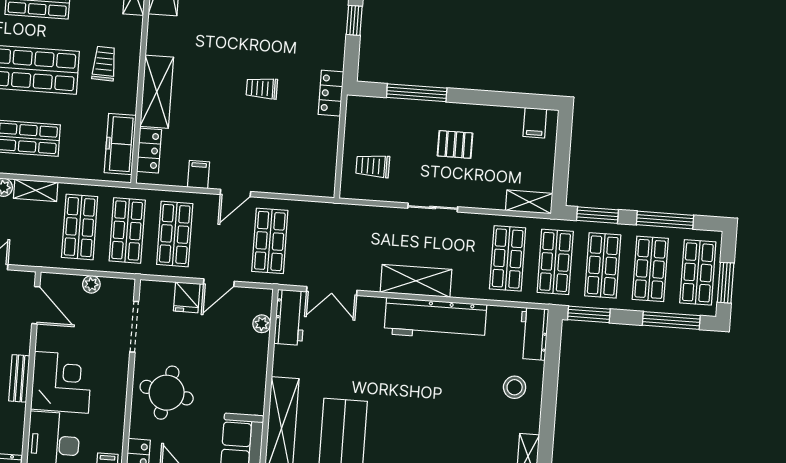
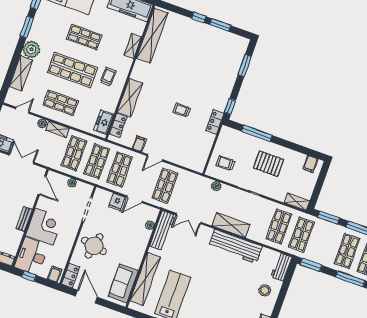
window: (354, 20) -> (230, 106), moved
freezer: (120, 144) -> (104, 122), width x0.71
pallet: (455, 144) -> (269, 164), width x1.50, depth x1.42
plant: (367, 215) -> (216, 186), added
shop shelf: (603, 265) -> (324, 243), removed
workbench: (290, 317) -> (163, 231), width x1.38

